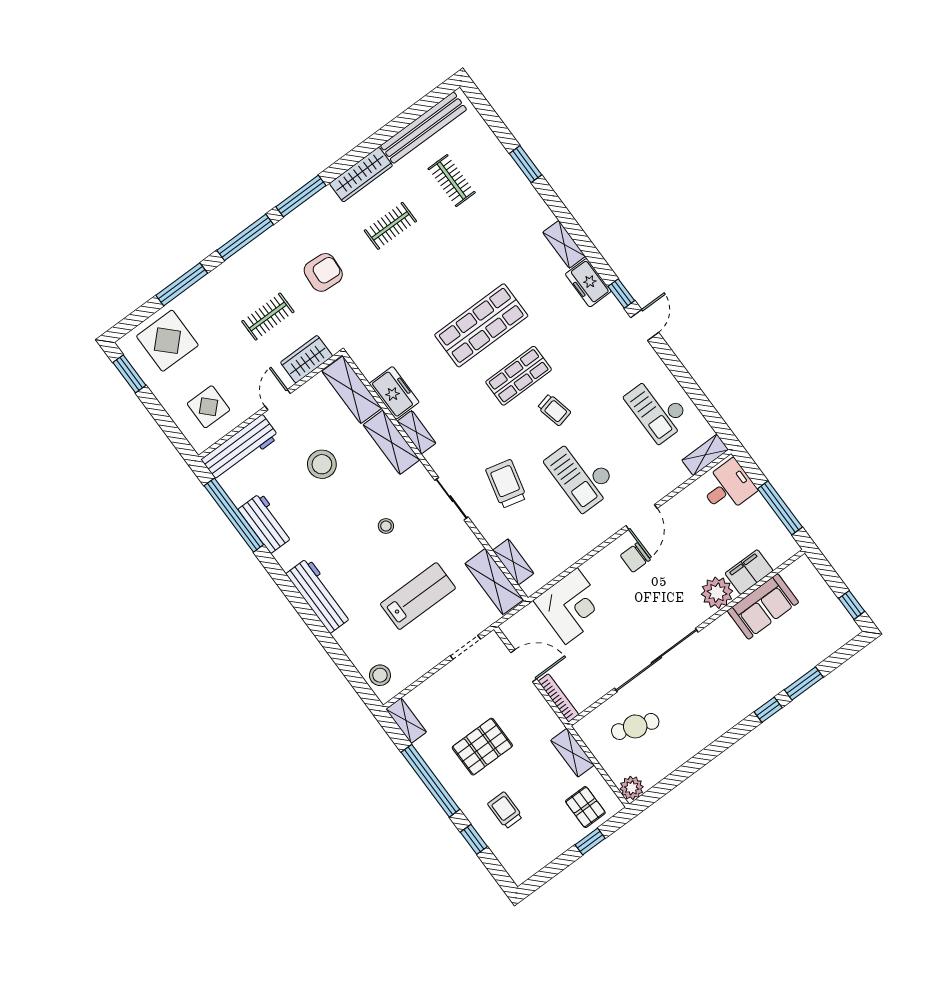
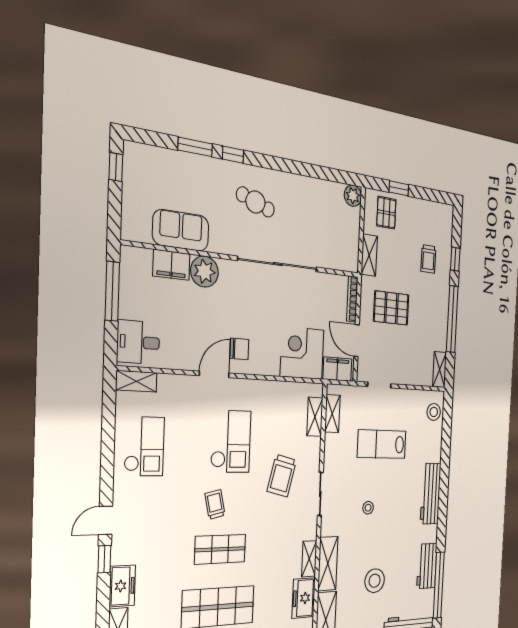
shelving: (494, 582) -> (332, 414), width x0.67, depth x0.75
filing cabinet: (523, 623) -> (337, 369), added
cafe table: (635, 726) -> (255, 202), moved
pallet: (482, 747) -> (391, 308), moved

